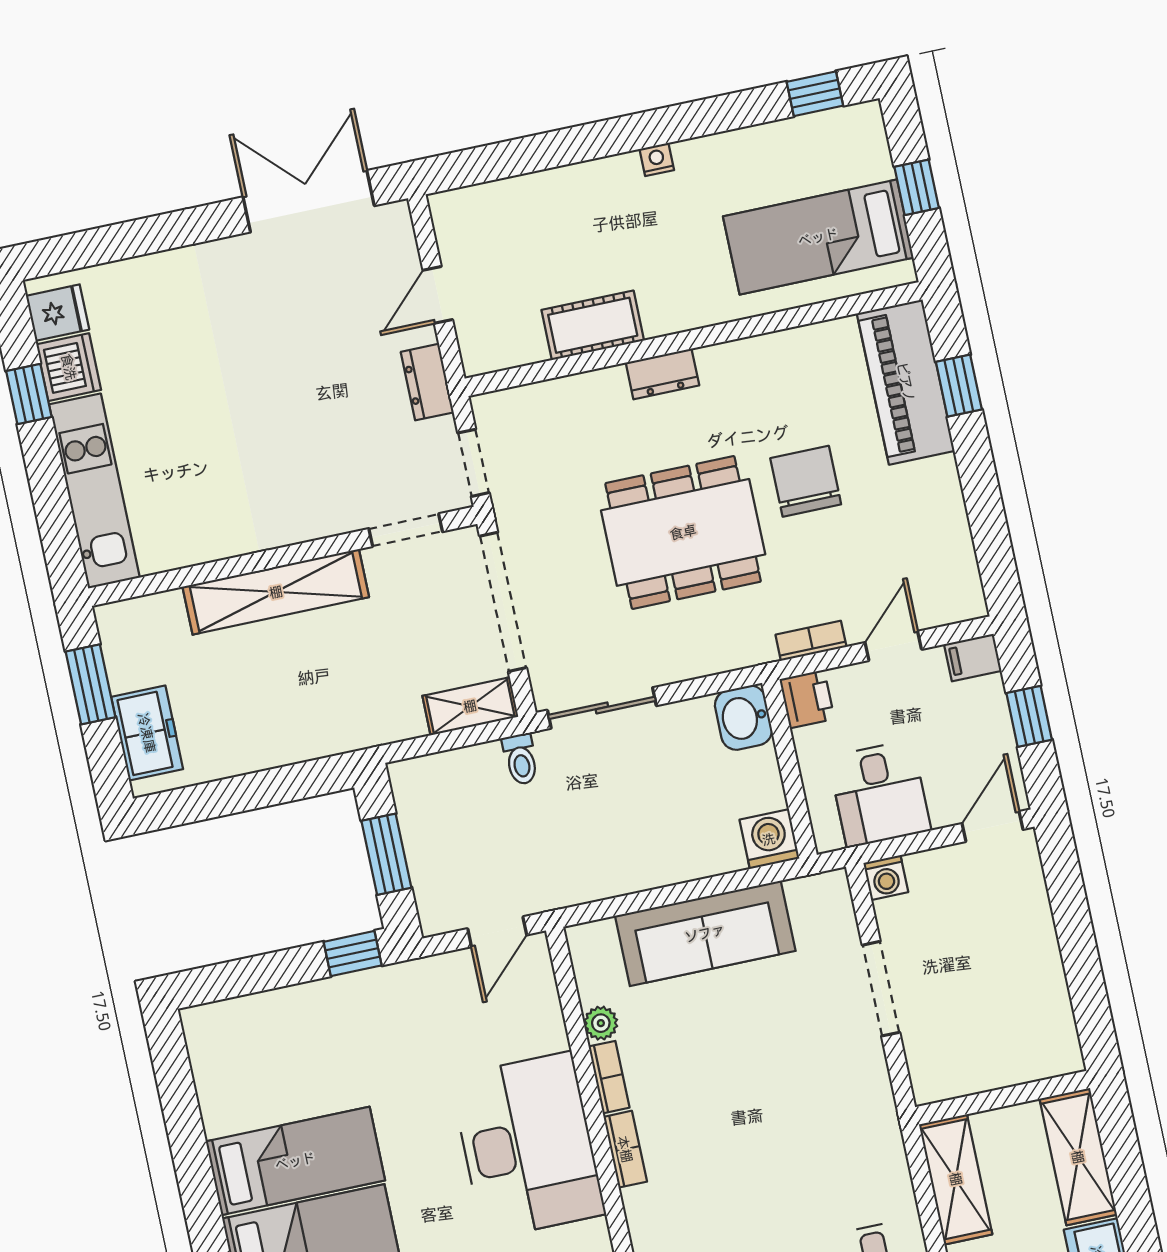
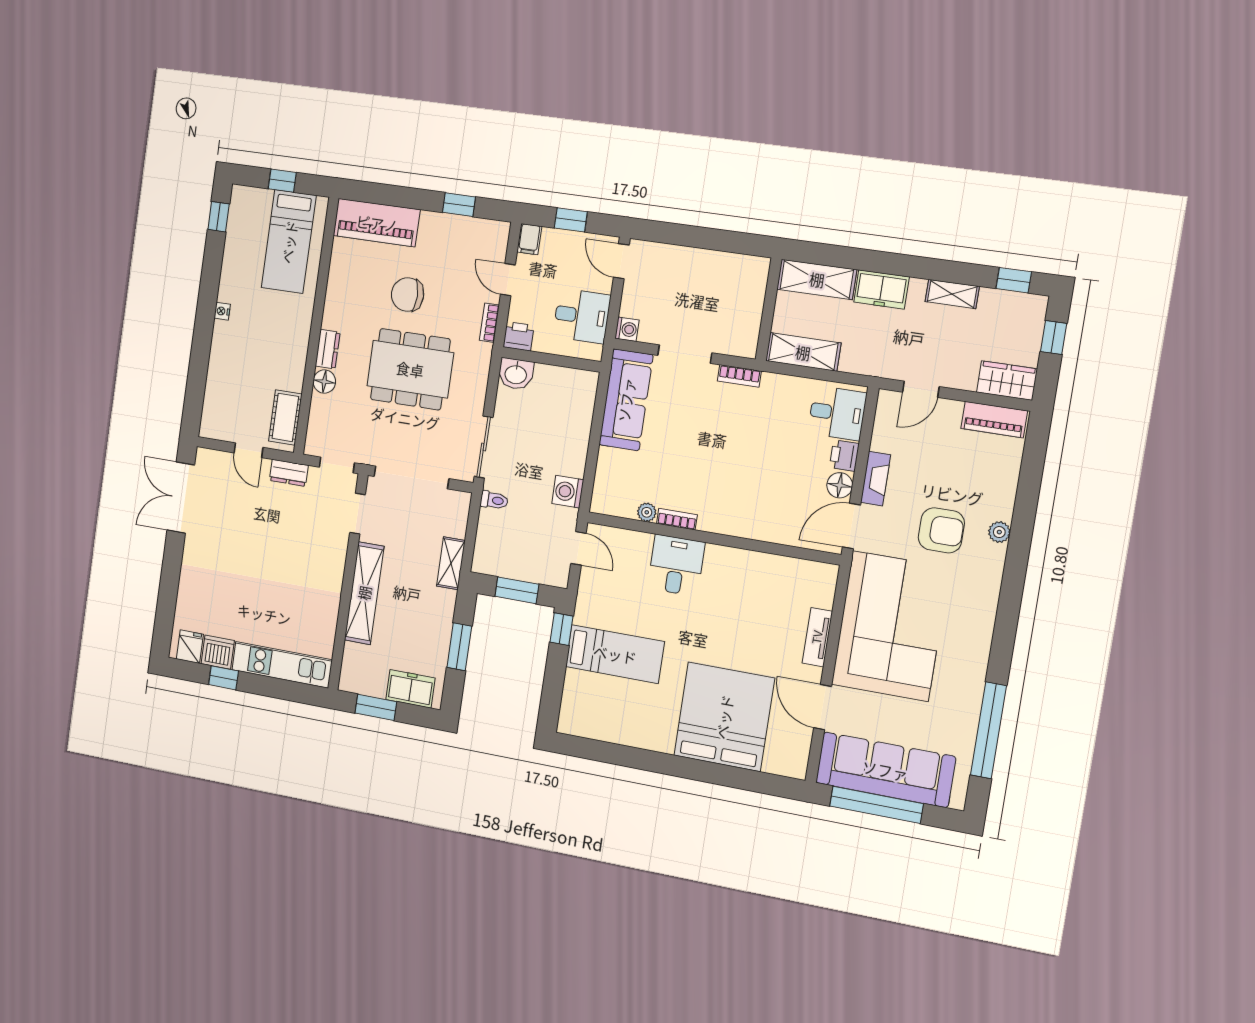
cot: (593, 325) -> (285, 417), moved
window: (959, 386) -> (459, 205), moved
floor lamp: (606, 388) -> (324, 382), added
dining table: (683, 532) -> (410, 369), turned 90
shelving: (470, 706) -> (451, 563), moved
window: (252, 791) -> (459, 647), added
washing machine: (769, 839) -> (568, 492), moved
sofa: (705, 933) -> (626, 400), moved
desk: (528, 1145) -> (676, 565), width x0.53, depth x0.77
bookcase: (625, 1149) -> (739, 376), moved, turned 180
bed: (295, 1161) -> (615, 654), moved, turned 90

